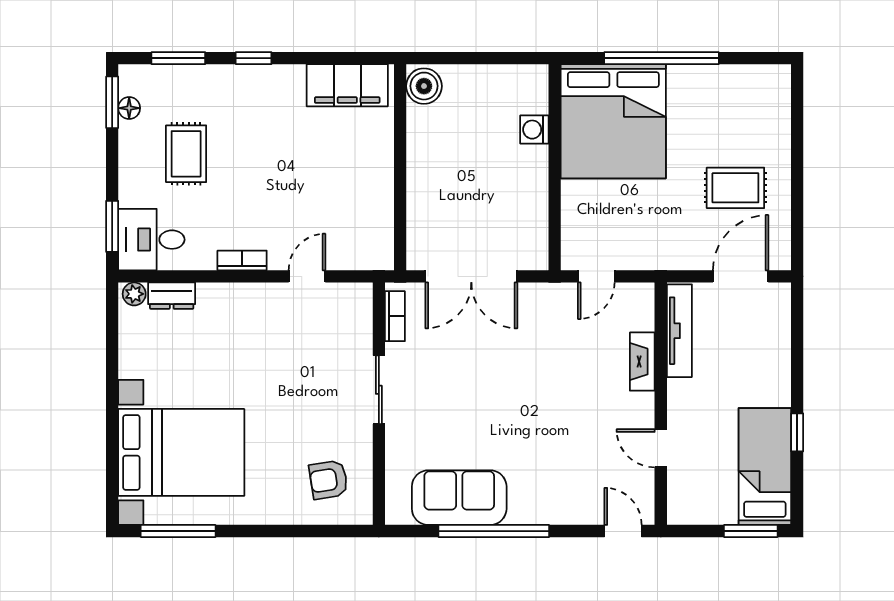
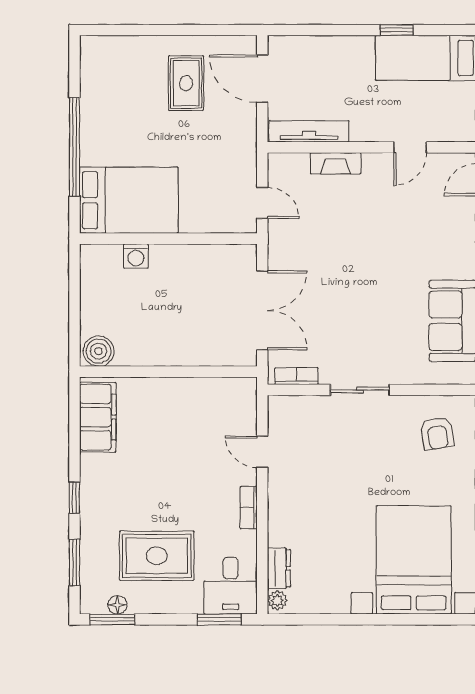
bed: (613, 121) -> (129, 200), width x0.73
rug: (186, 154) -> (157, 556), width x1.36, depth x1.43

